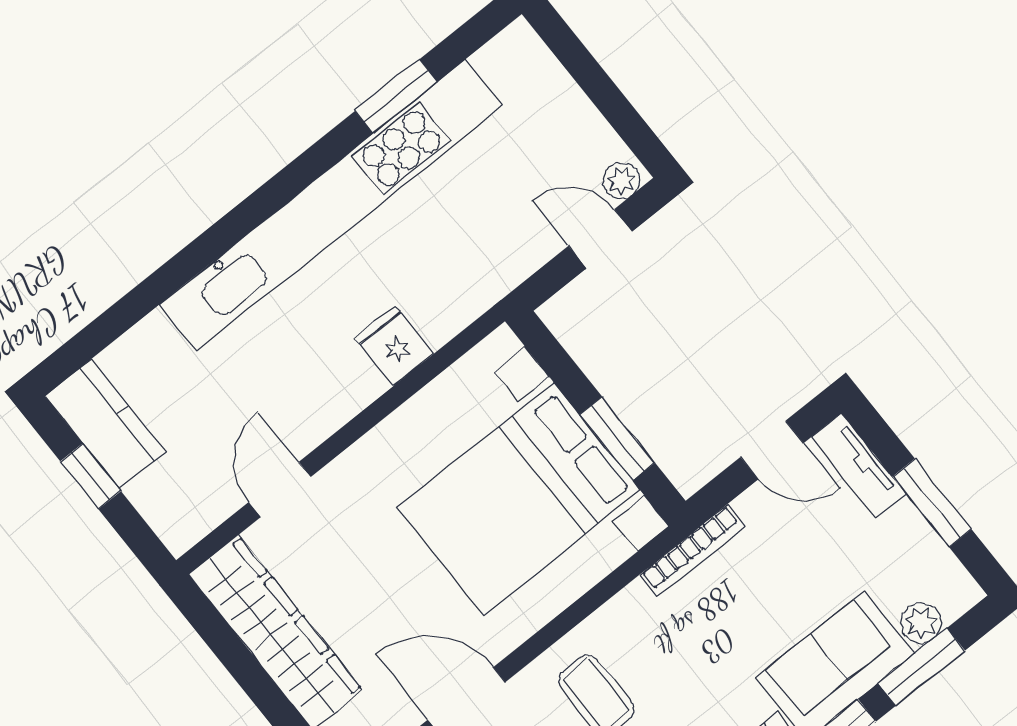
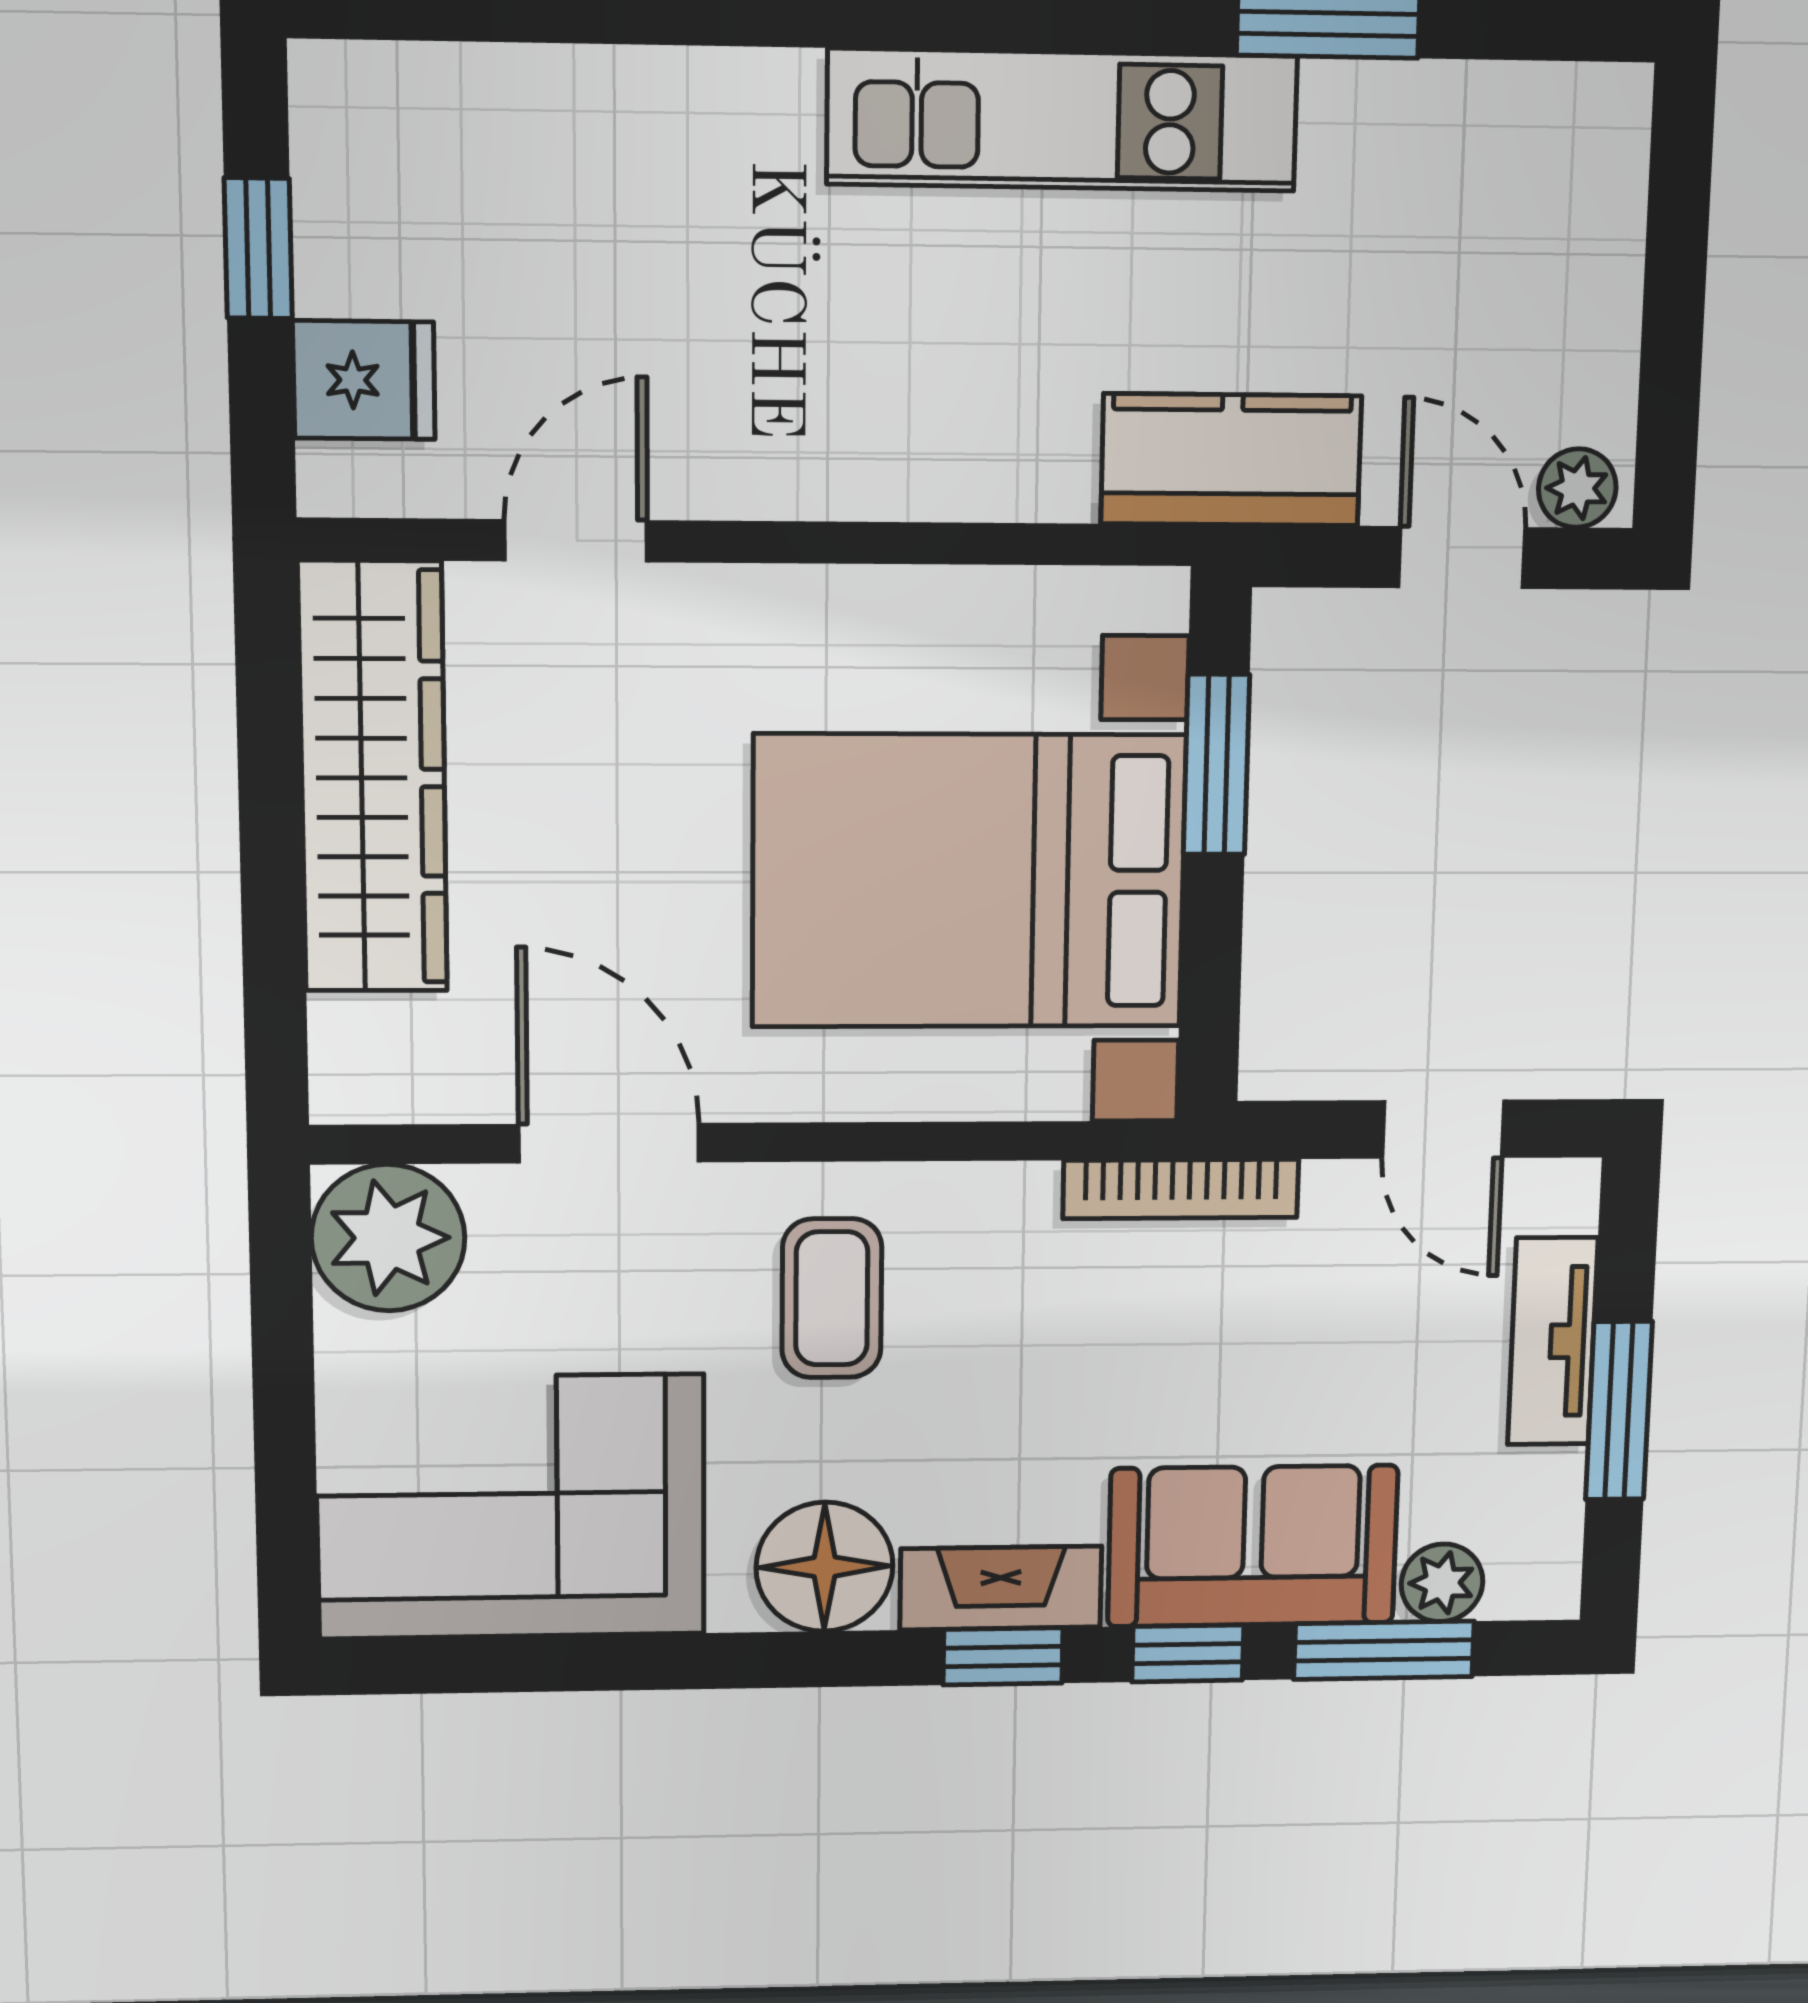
kitchen unit: (331, 205) -> (1062, 120), width x0.54
fridge: (394, 346) -> (364, 380), moved, turned 90
kitchen counter: (105, 424) -> (1231, 460), moved, turned -90
window: (617, 439) -> (1216, 765), moved
tv unit: (858, 466) -> (1553, 1341), moved

